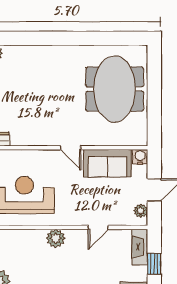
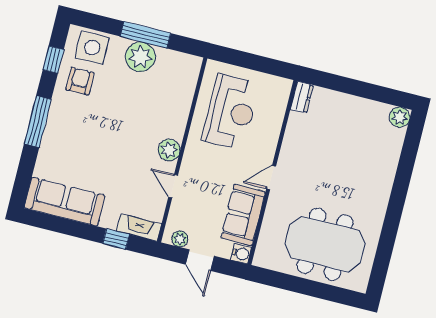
plant: (56, 238) -> (169, 150), moved

